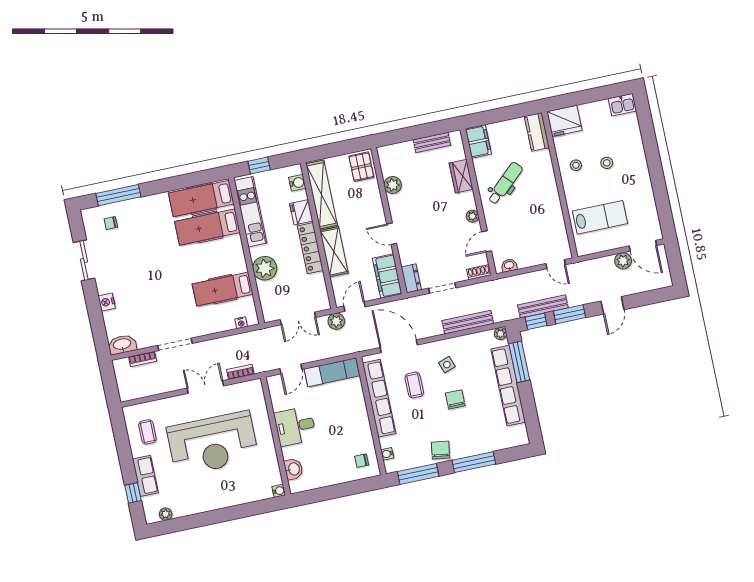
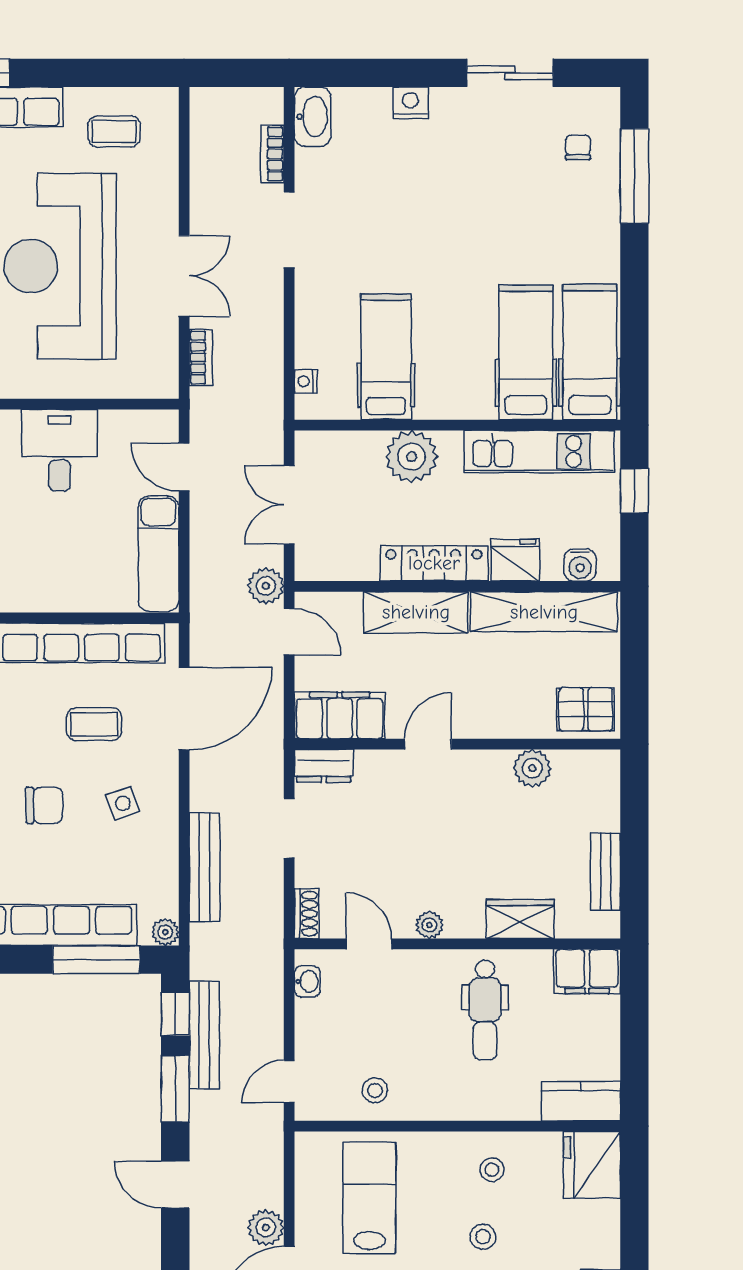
dental chair: (505, 183) -> (485, 1010), turned 43
lab bench: (600, 217) -> (369, 1198), turned 180
stool: (551, 225) -> (375, 1090), added

